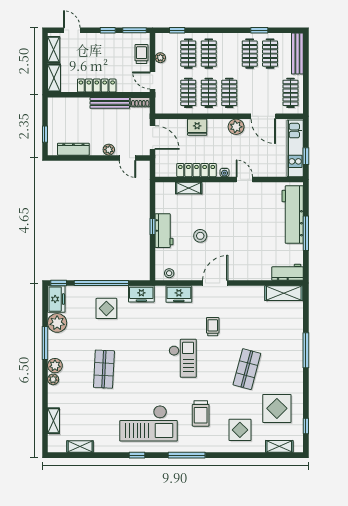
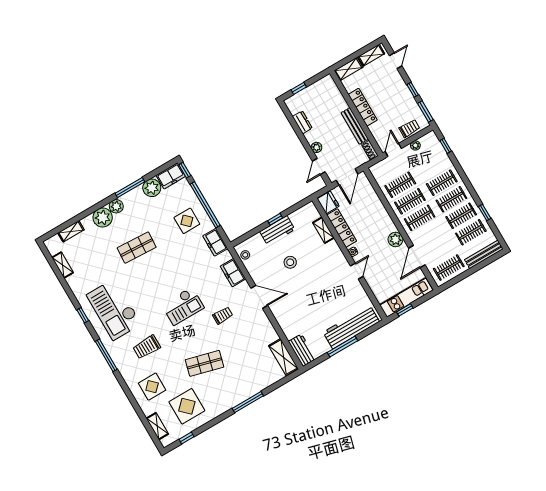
clothes rail: (188, 54) -> (451, 199), moved
fridge: (197, 127) -> (328, 202), moved, turned 180
dresser: (73, 149) -> (302, 122), width x0.70
plant: (53, 379) -> (103, 218), width x1.88, depth x1.88

